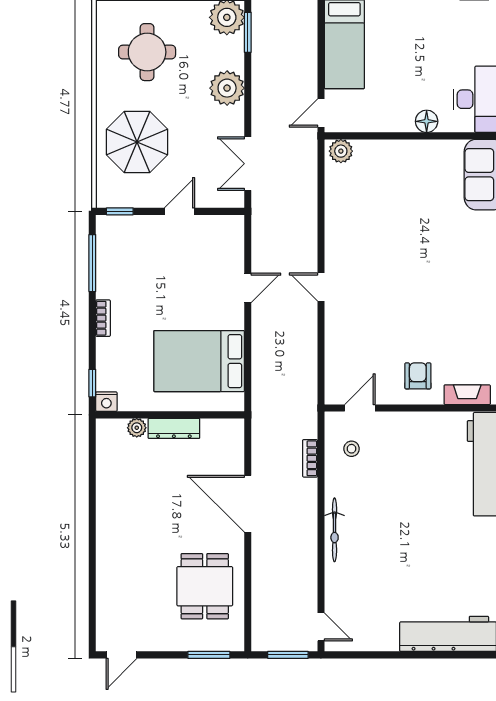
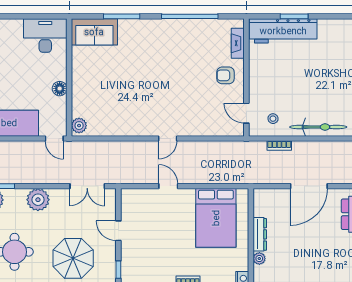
floor lamp: (427, 121) -> (60, 89), moved
bicycle: (335, 530) -> (318, 127), width x1.37, depth x1.40

